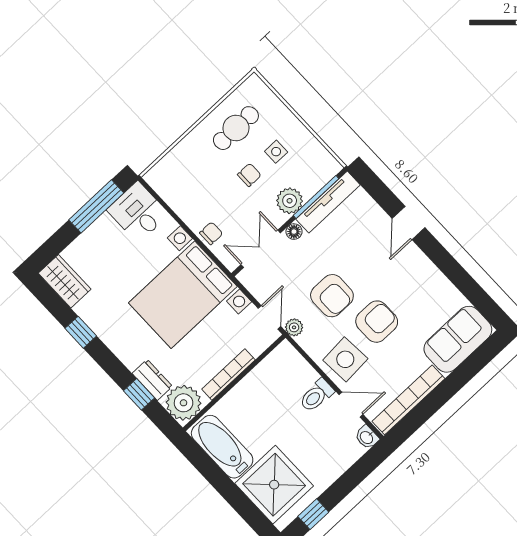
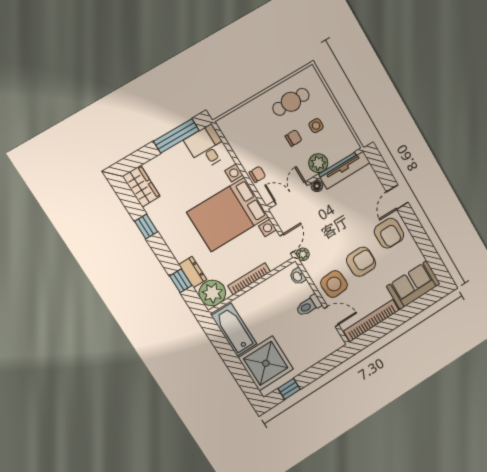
armchair: (332, 296) -> (389, 233), moved
washbasin: (367, 437) -> (298, 276), moved

